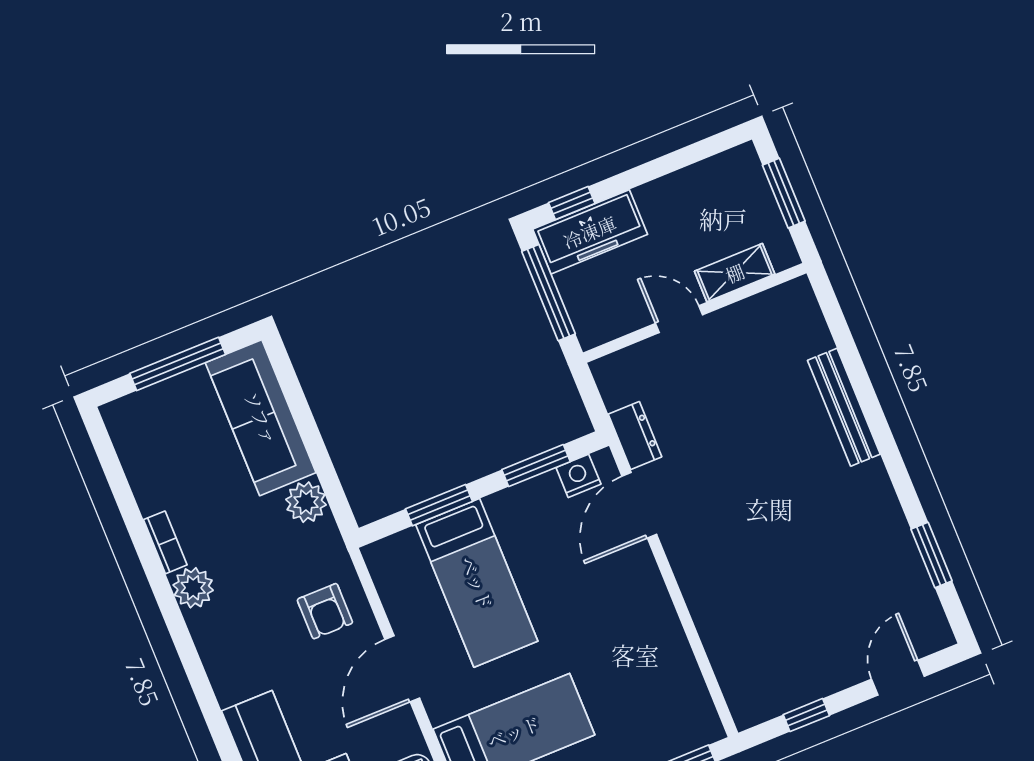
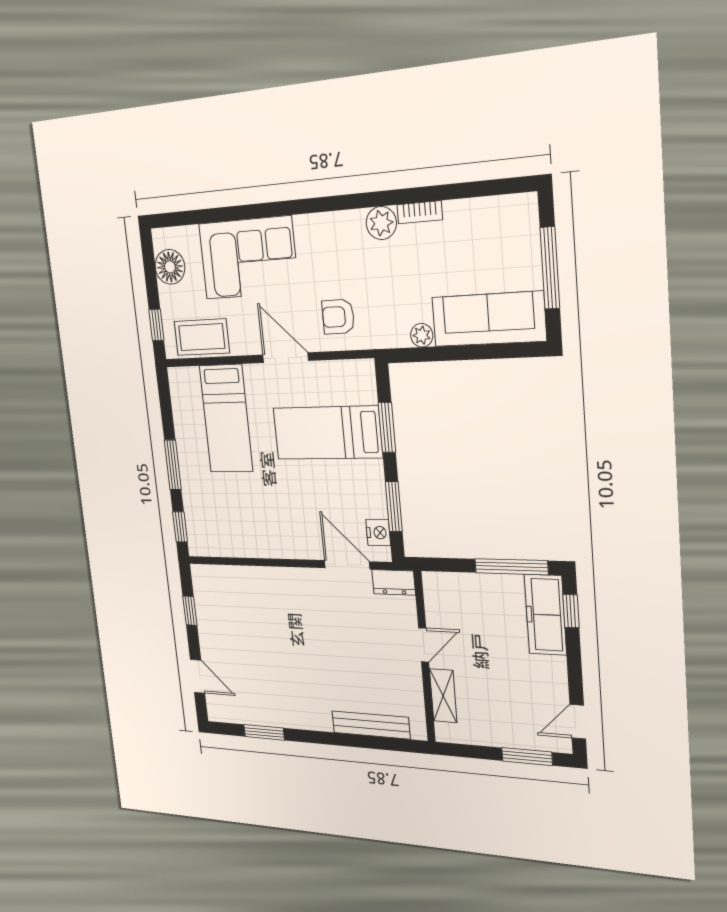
door: (707, 148) -> (578, 722), added
shelving: (735, 273) -> (443, 696), moved
wall: (695, 313) -> (425, 657), moved
door: (679, 319) -> (424, 645), moved
plant: (306, 502) -> (422, 335), width x0.73, depth x0.73

